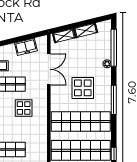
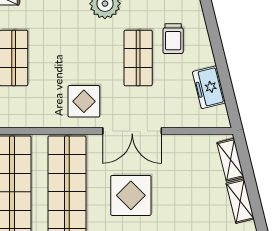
double door: (49, 69) -> (132, 131), moved
display table: (24, 108) -> (84, 101), moved

